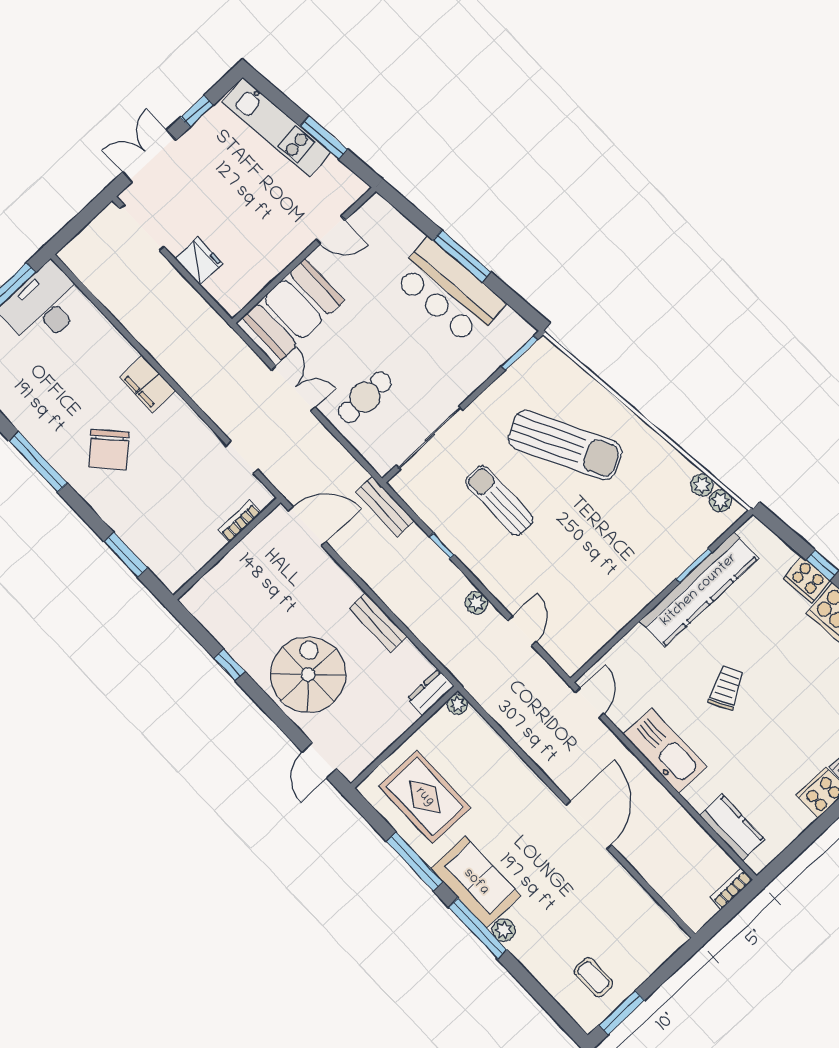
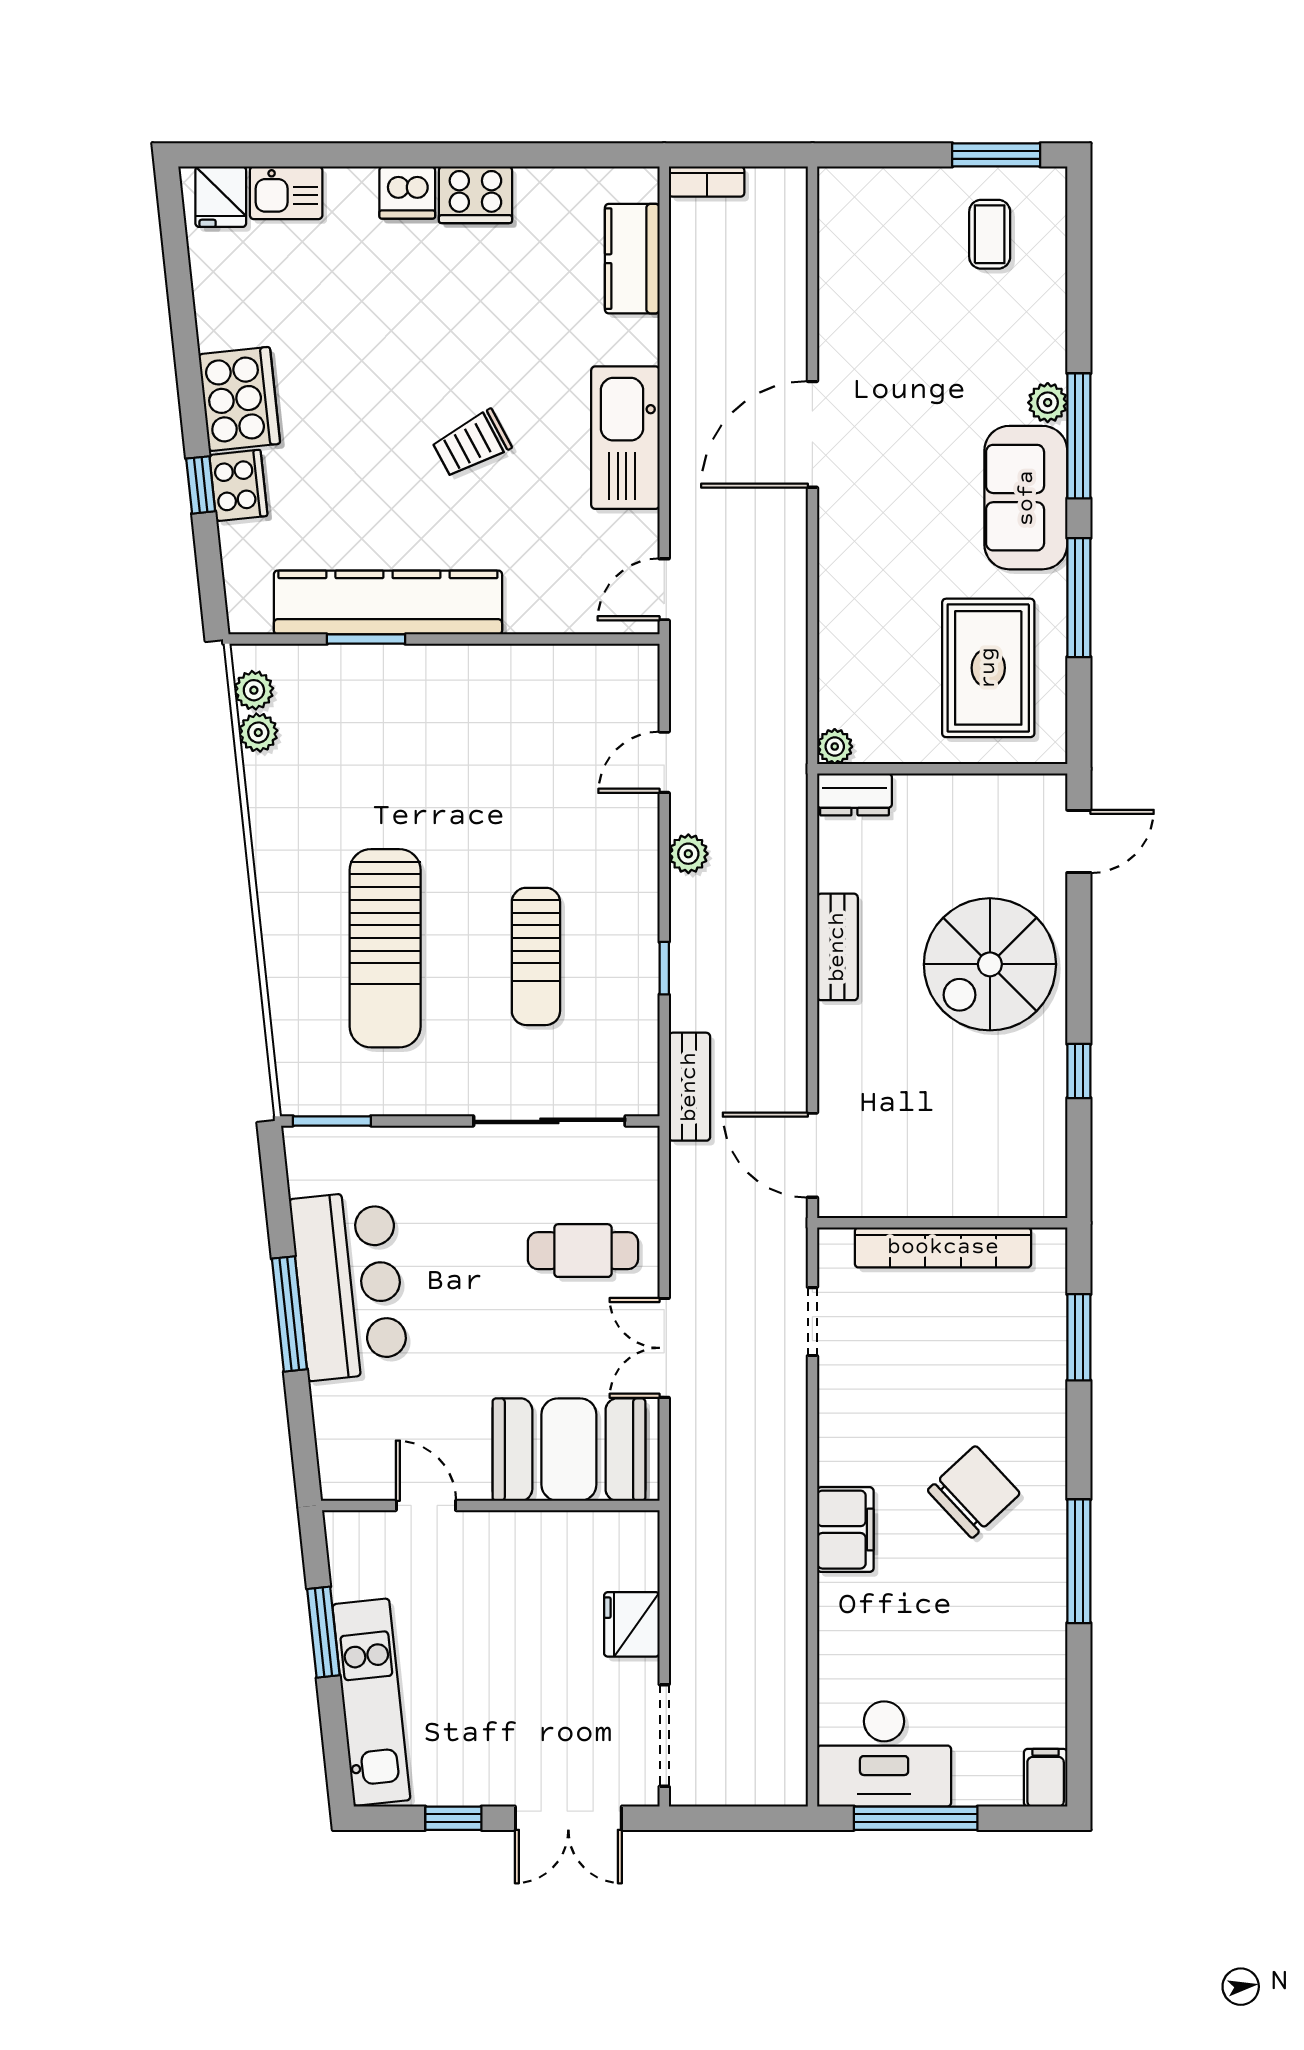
sun lounger: (565, 445) -> (385, 948), turned -153
bookcase: (240, 521) -> (943, 1247), width x2.31, depth x1.31

